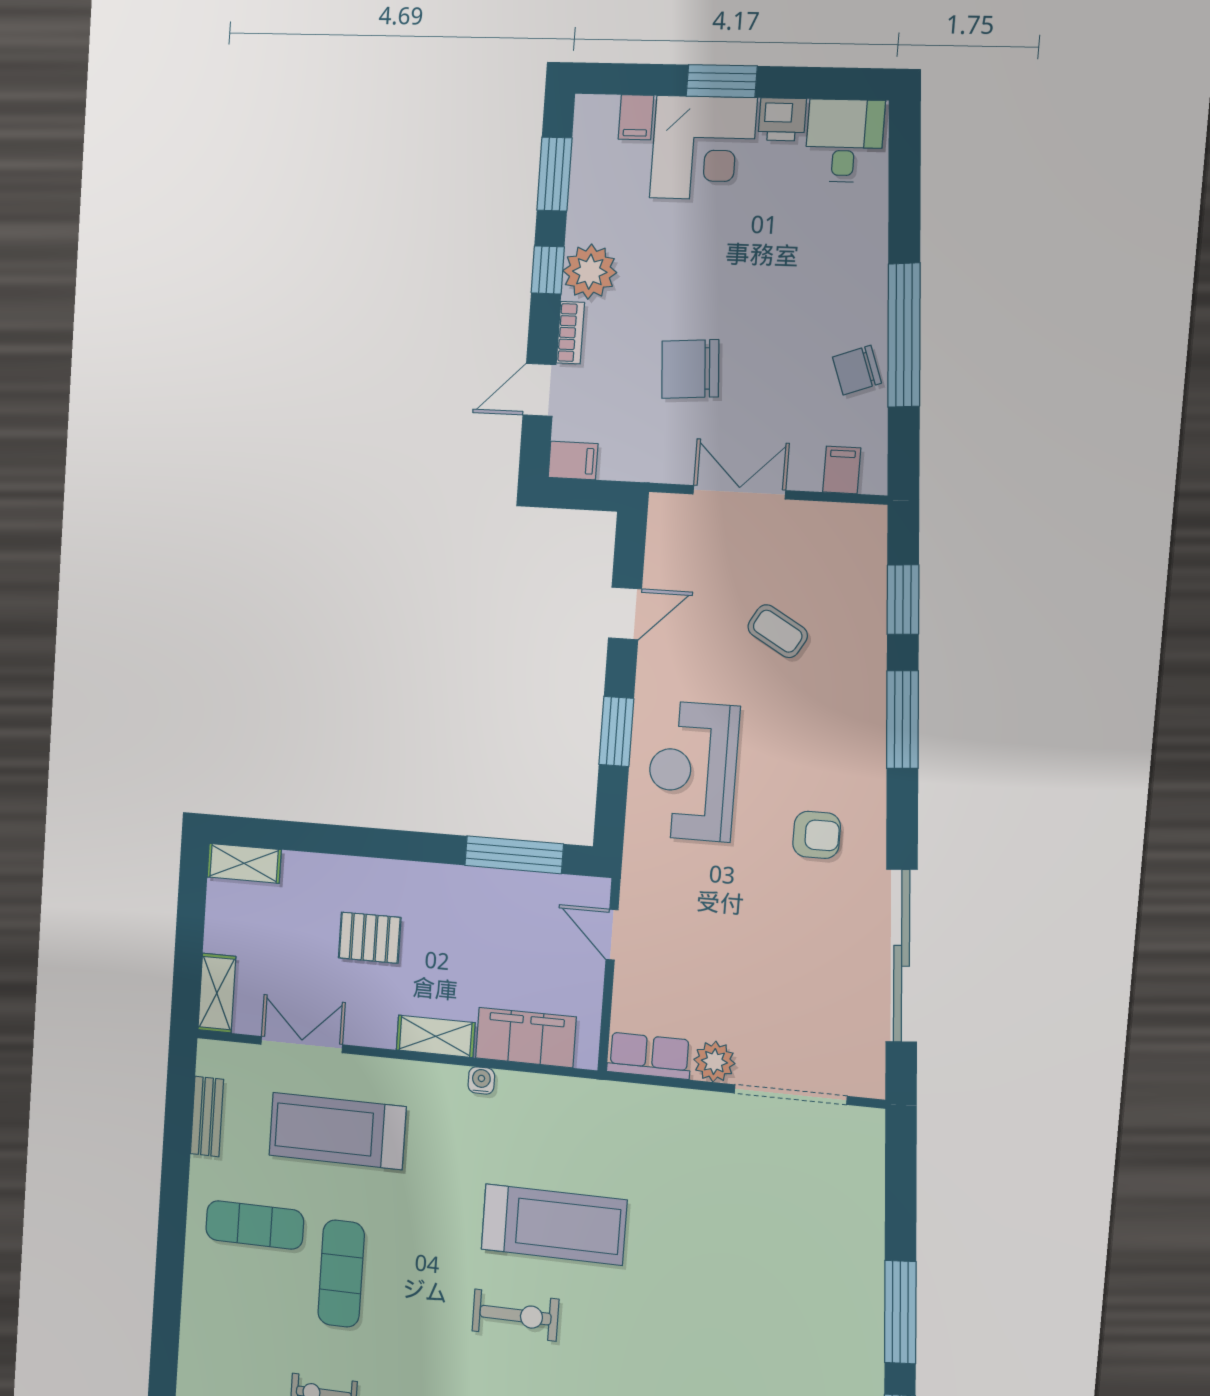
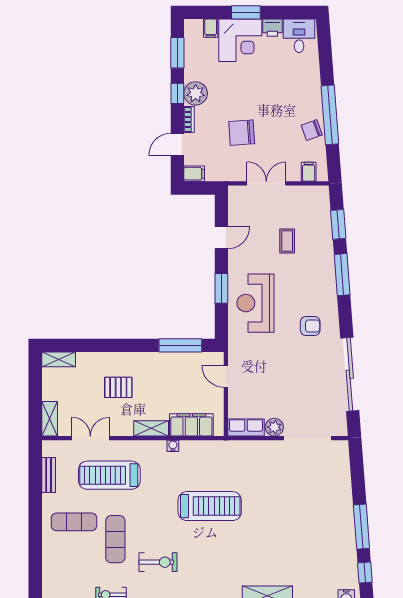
coffee table: (778, 631) -> (287, 241), turned 60
exercise bike: (515, 1315) -> (158, 562), moved

